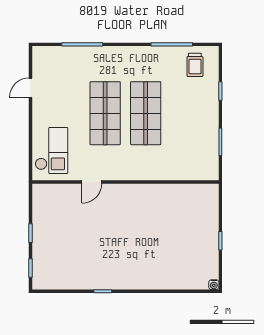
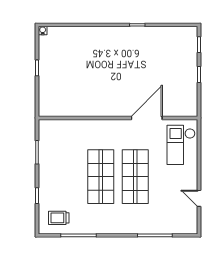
trolley: (195, 65) -> (59, 218), turned -90
door: (30, 88) -> (199, 198), swing flipped
door: (92, 182) -> (147, 118), width x1.87

